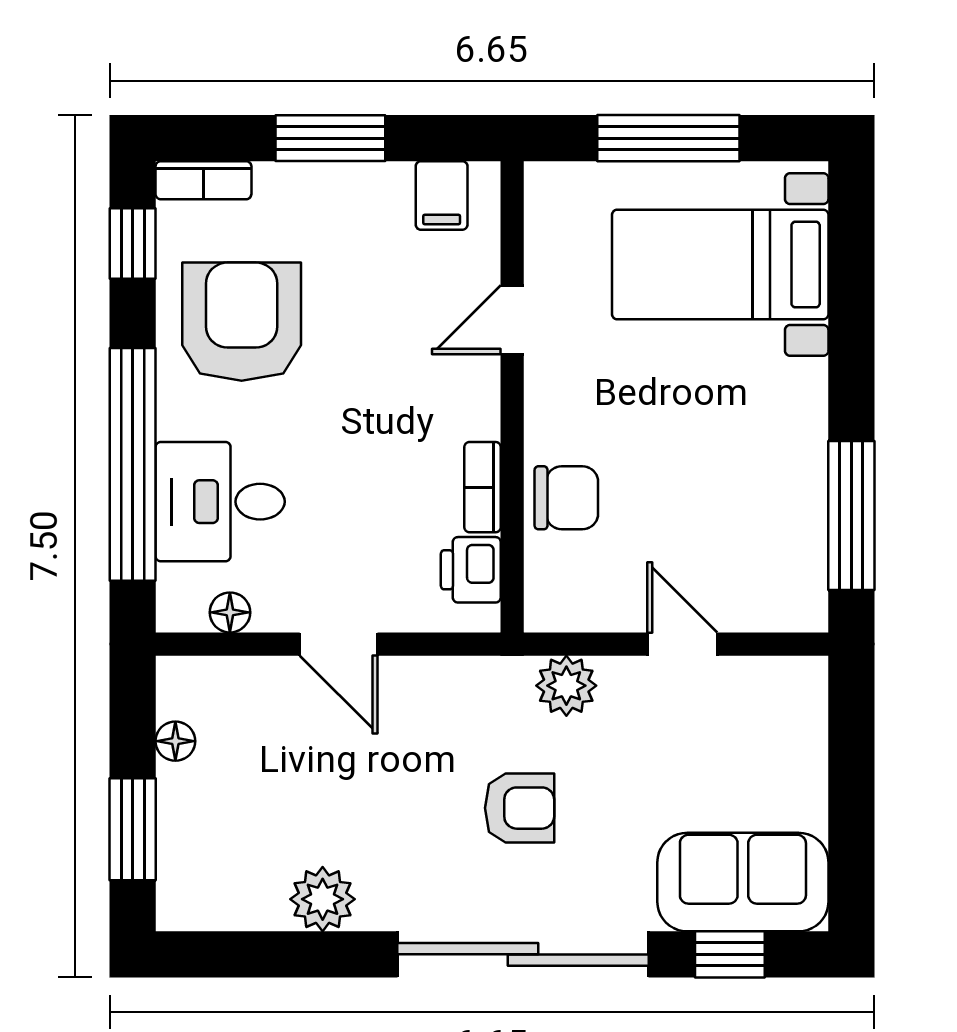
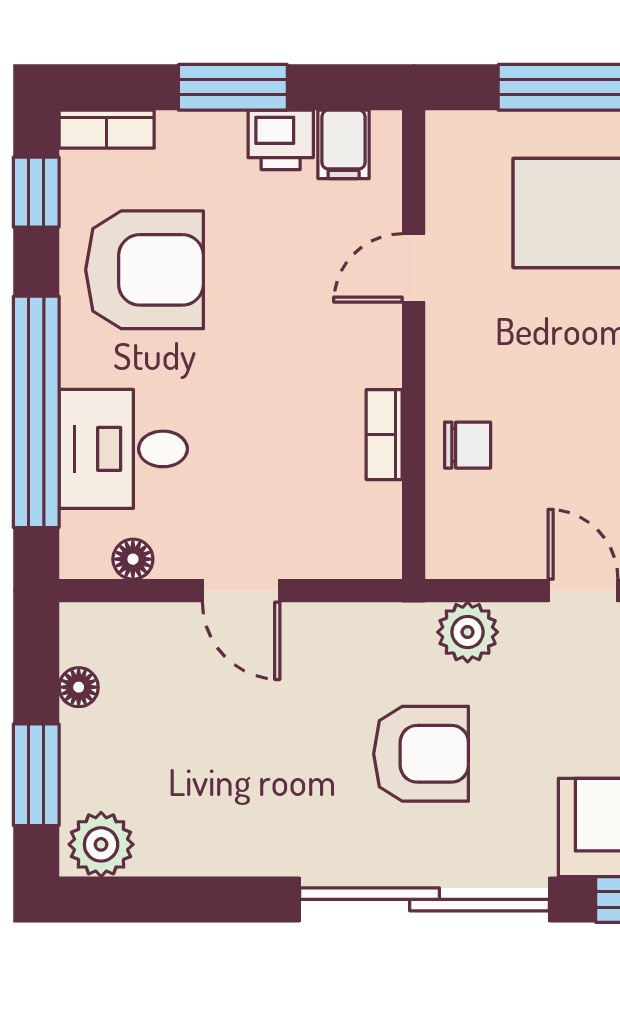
armchair: (242, 322) -> (145, 270), turned 90
chair: (566, 498) -> (468, 445), width x0.73, depth x0.73
printer: (471, 570) -> (281, 140), moved, turned -90
armchair: (520, 808) -> (421, 754), width x1.38, depth x1.38
plant: (323, 899) -> (101, 844), moved

